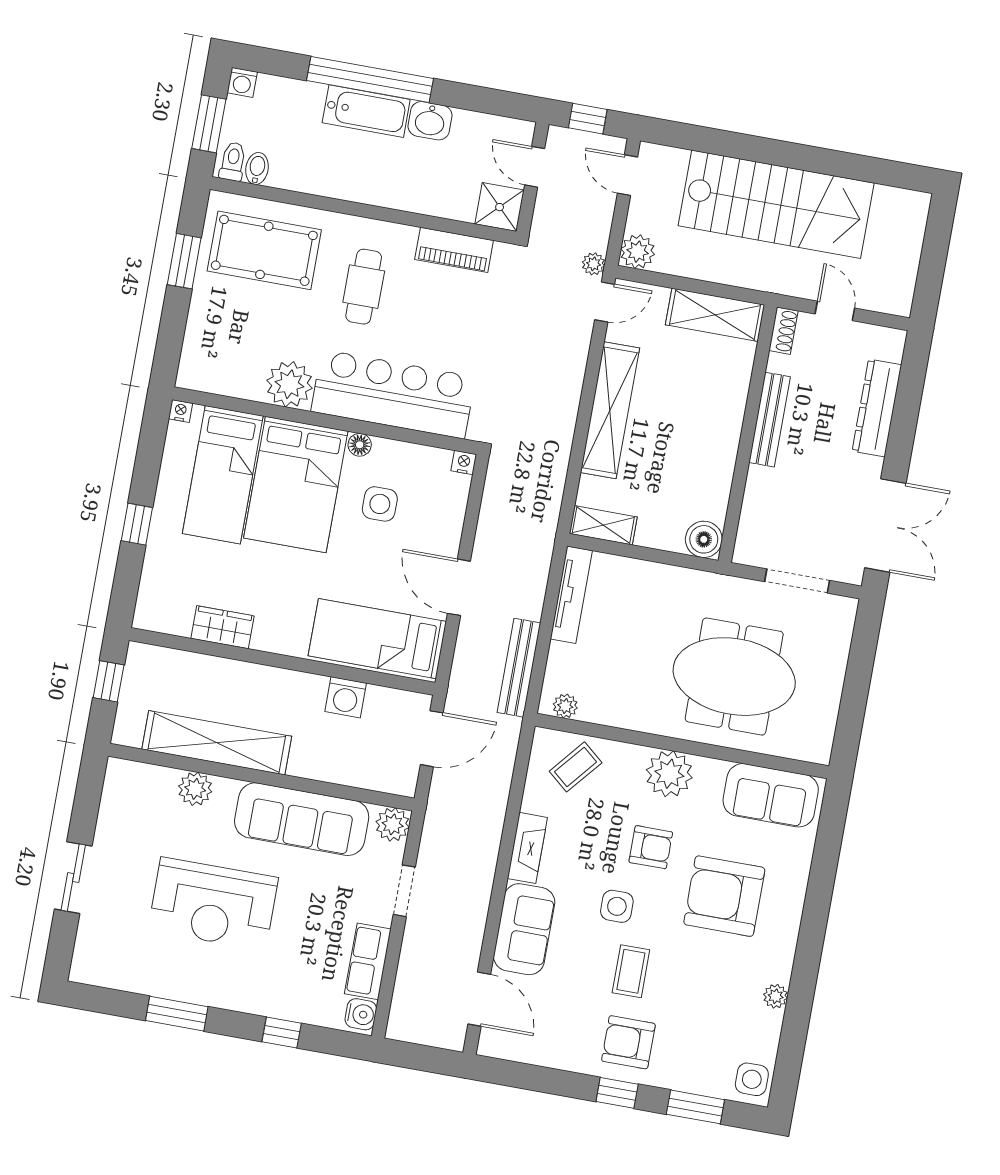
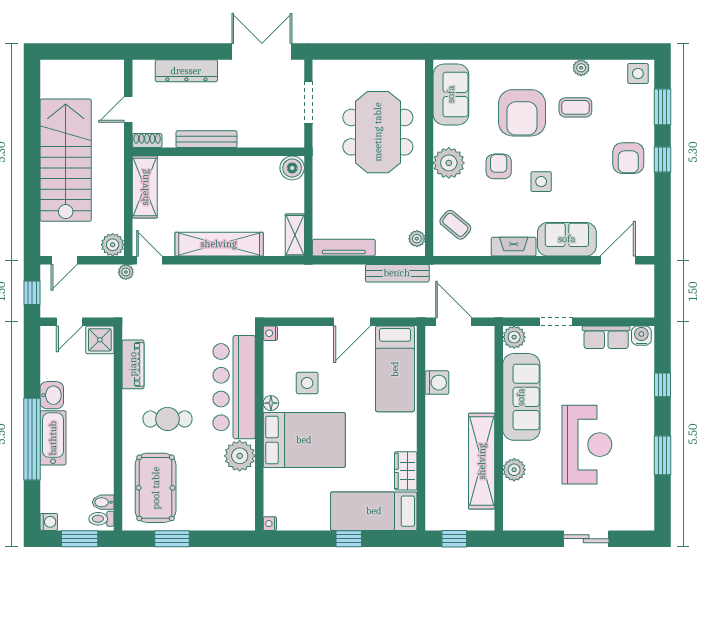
bed: (223, 475) -> (374, 511), moved, turned 180
coffee table: (631, 971) -> (575, 107), moved

